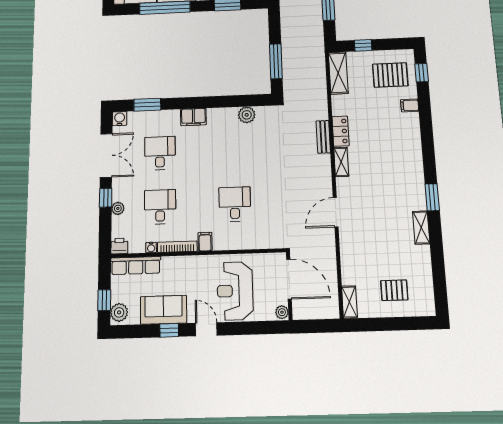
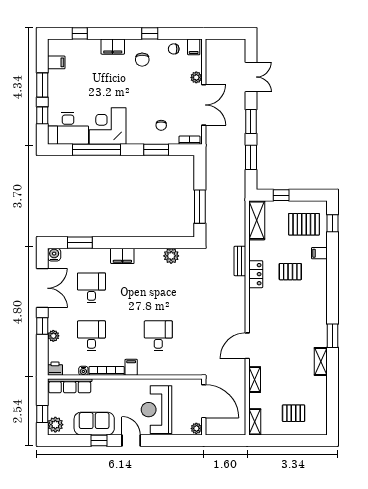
pallet: (379, 127) -> (290, 272), added
bench: (323, 137) -> (240, 261), moved
shelving: (341, 162) -> (255, 380), moved

